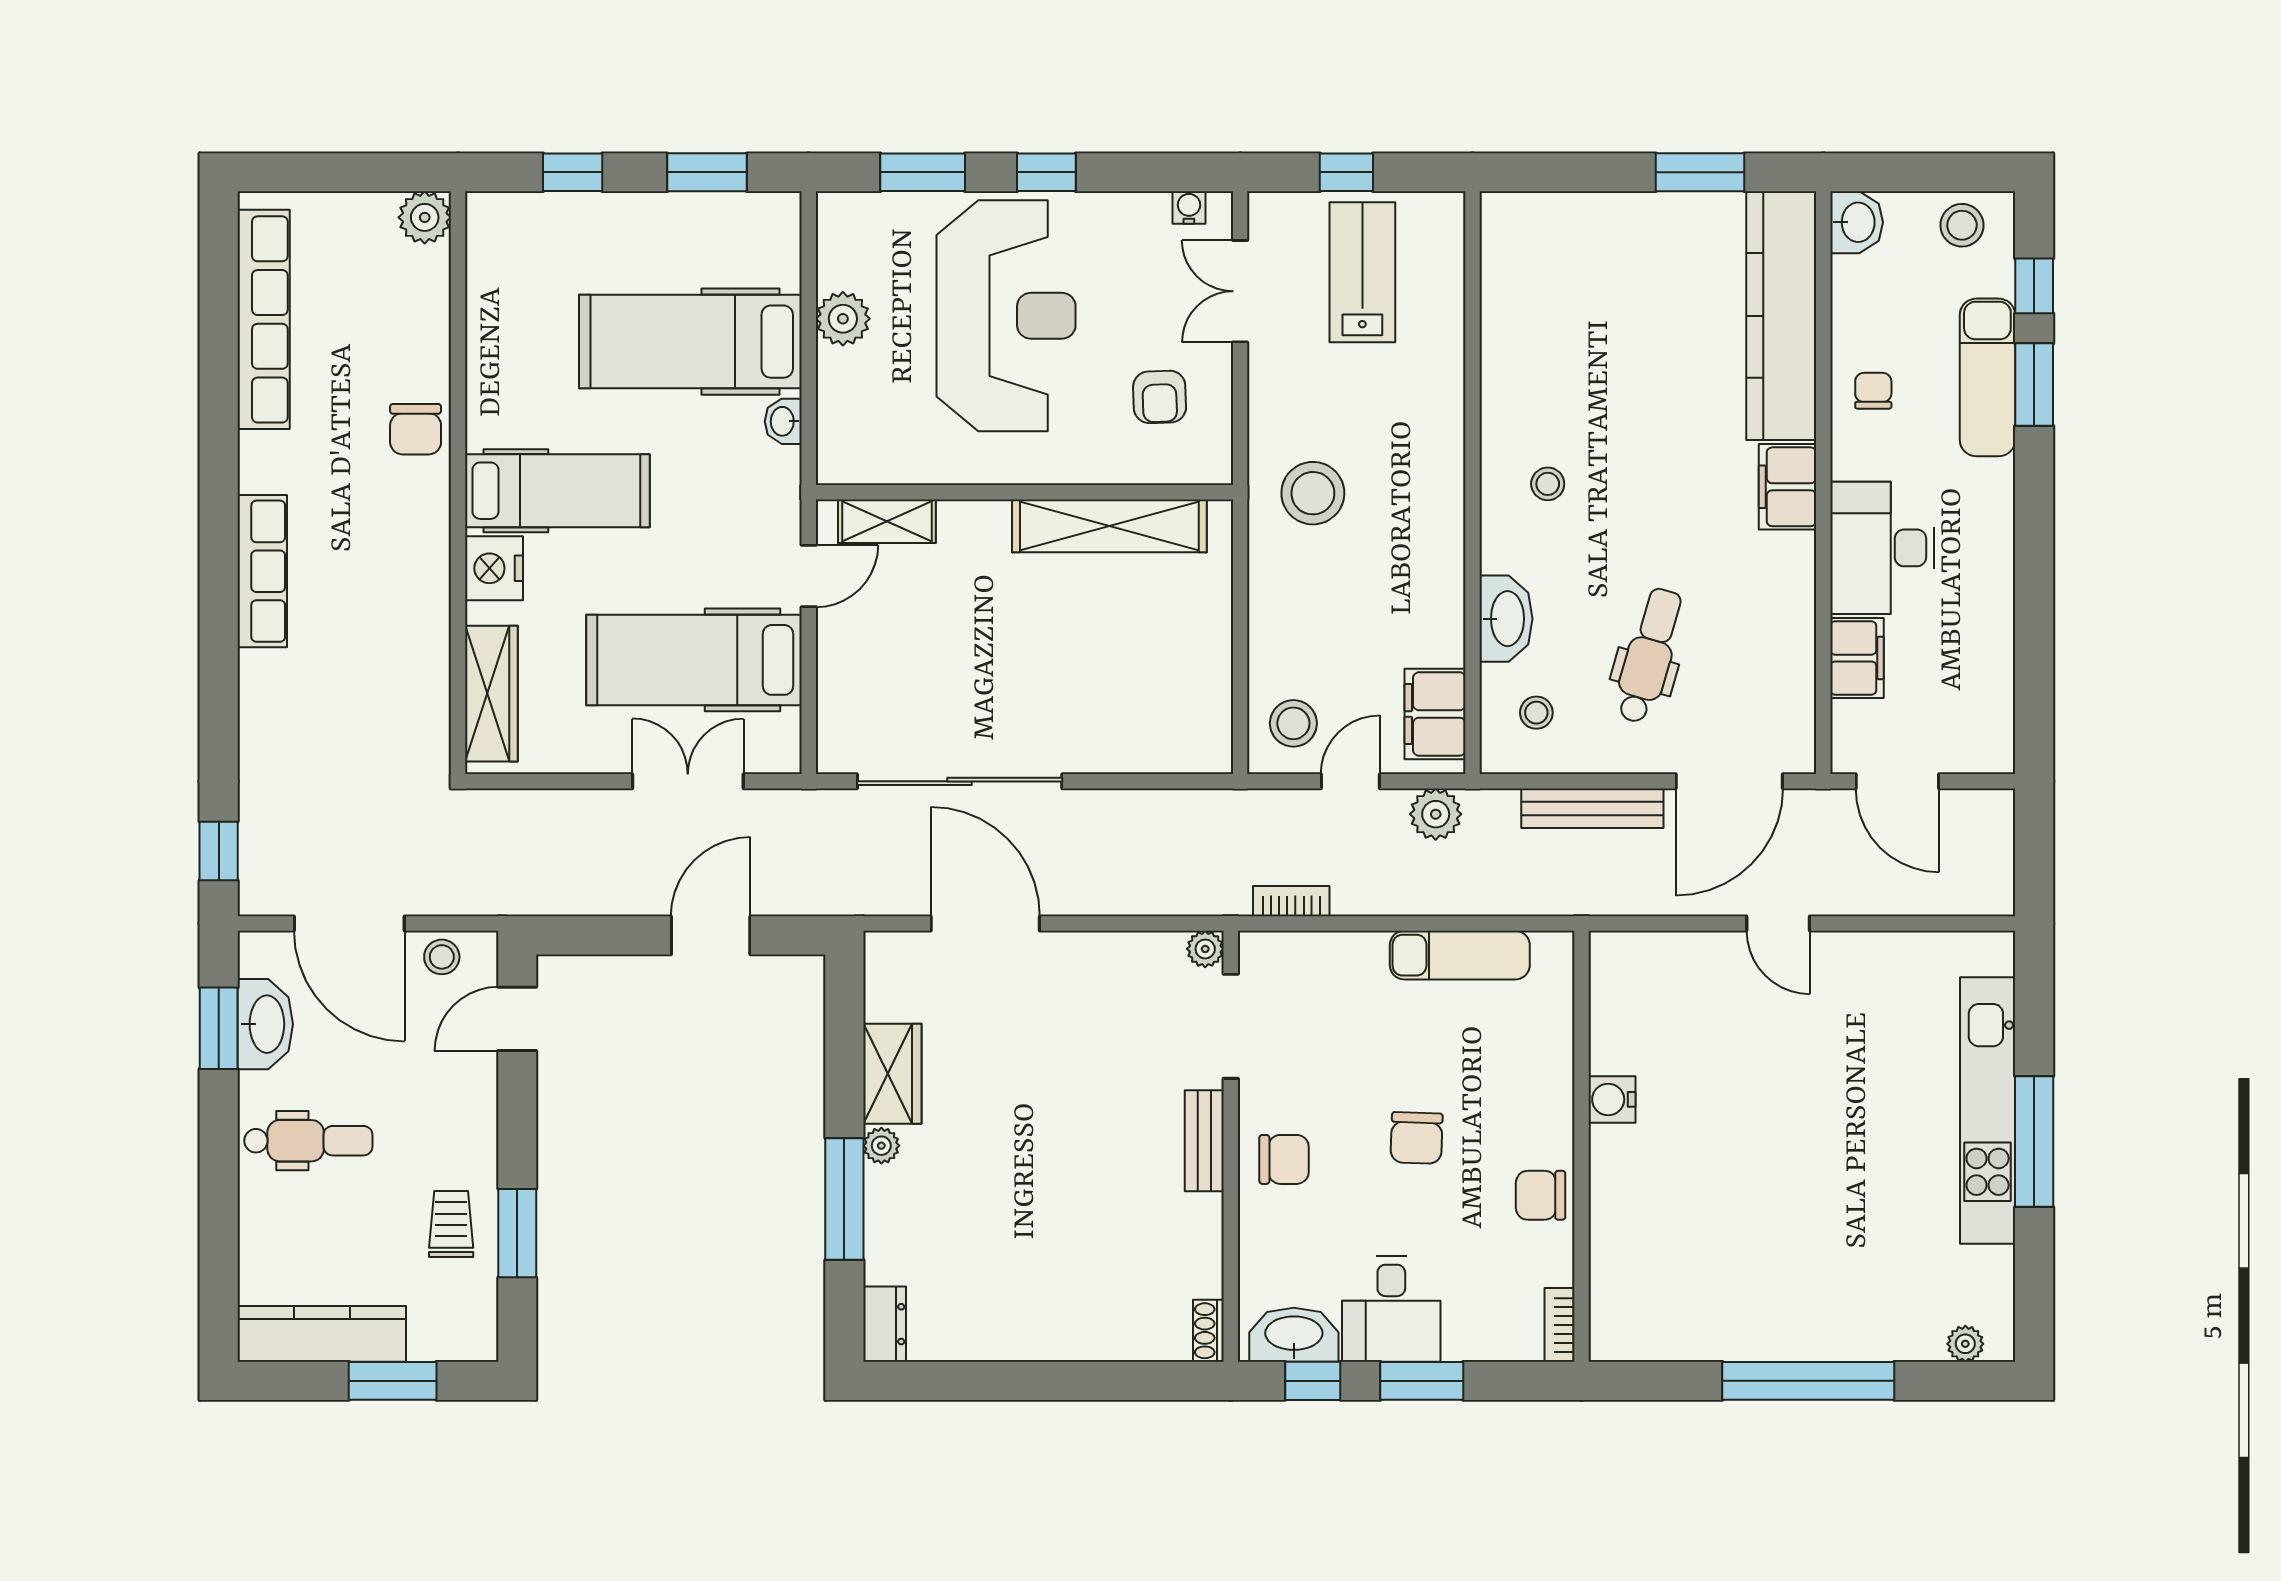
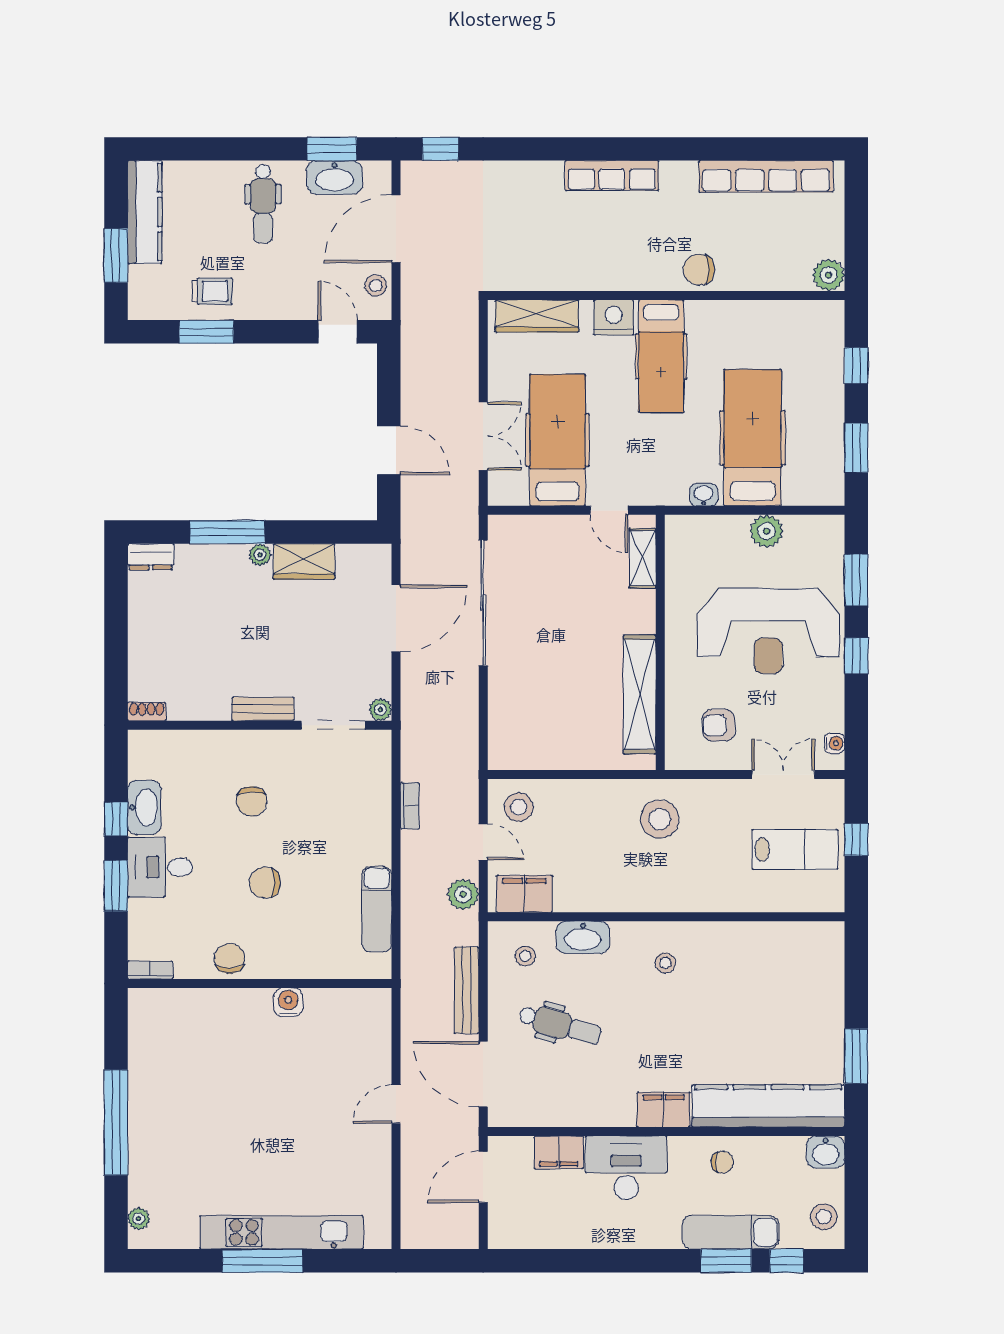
plant: (1205, 949) -> (380, 710), moved
doorway: (1231, 1026) -> (333, 725), moved
bench: (1204, 1141) -> (263, 709), moved
wall: (1231, 1146) -> (260, 725), moved
shoe rack: (1208, 1331) -> (147, 712), moved

